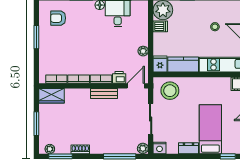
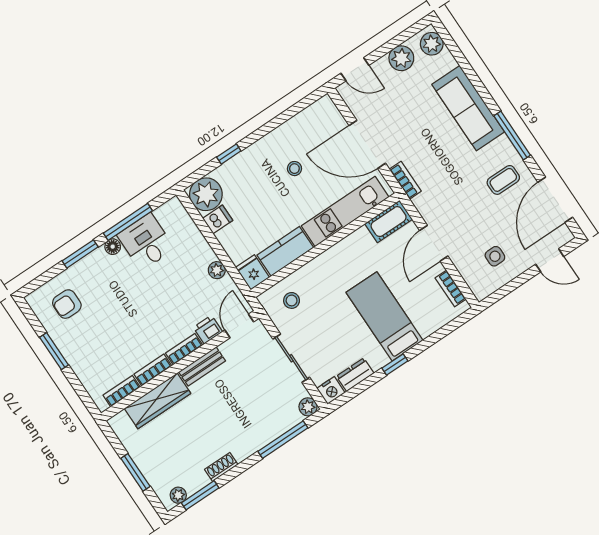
stool: (170, 91) -> (292, 300), width x0.53, depth x0.53
wardrobe: (51, 96) -> (157, 401), moved, width x1.50
dresser: (188, 148) -> (355, 375), moved
window: (228, 156) -> (395, 364), moved

